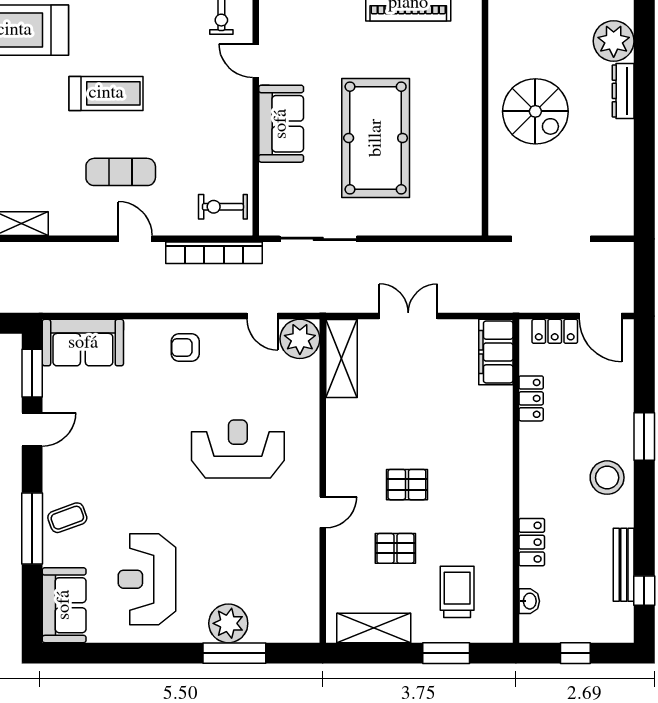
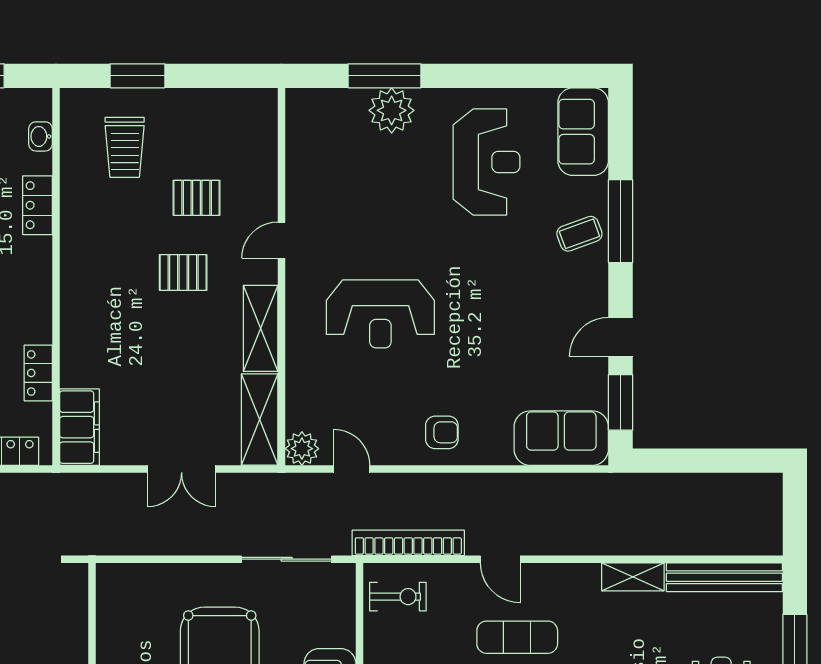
plant: (300, 339) -> (302, 449), width x0.73, depth x0.73
shelving: (374, 628) -> (261, 328), moved, turned 90

